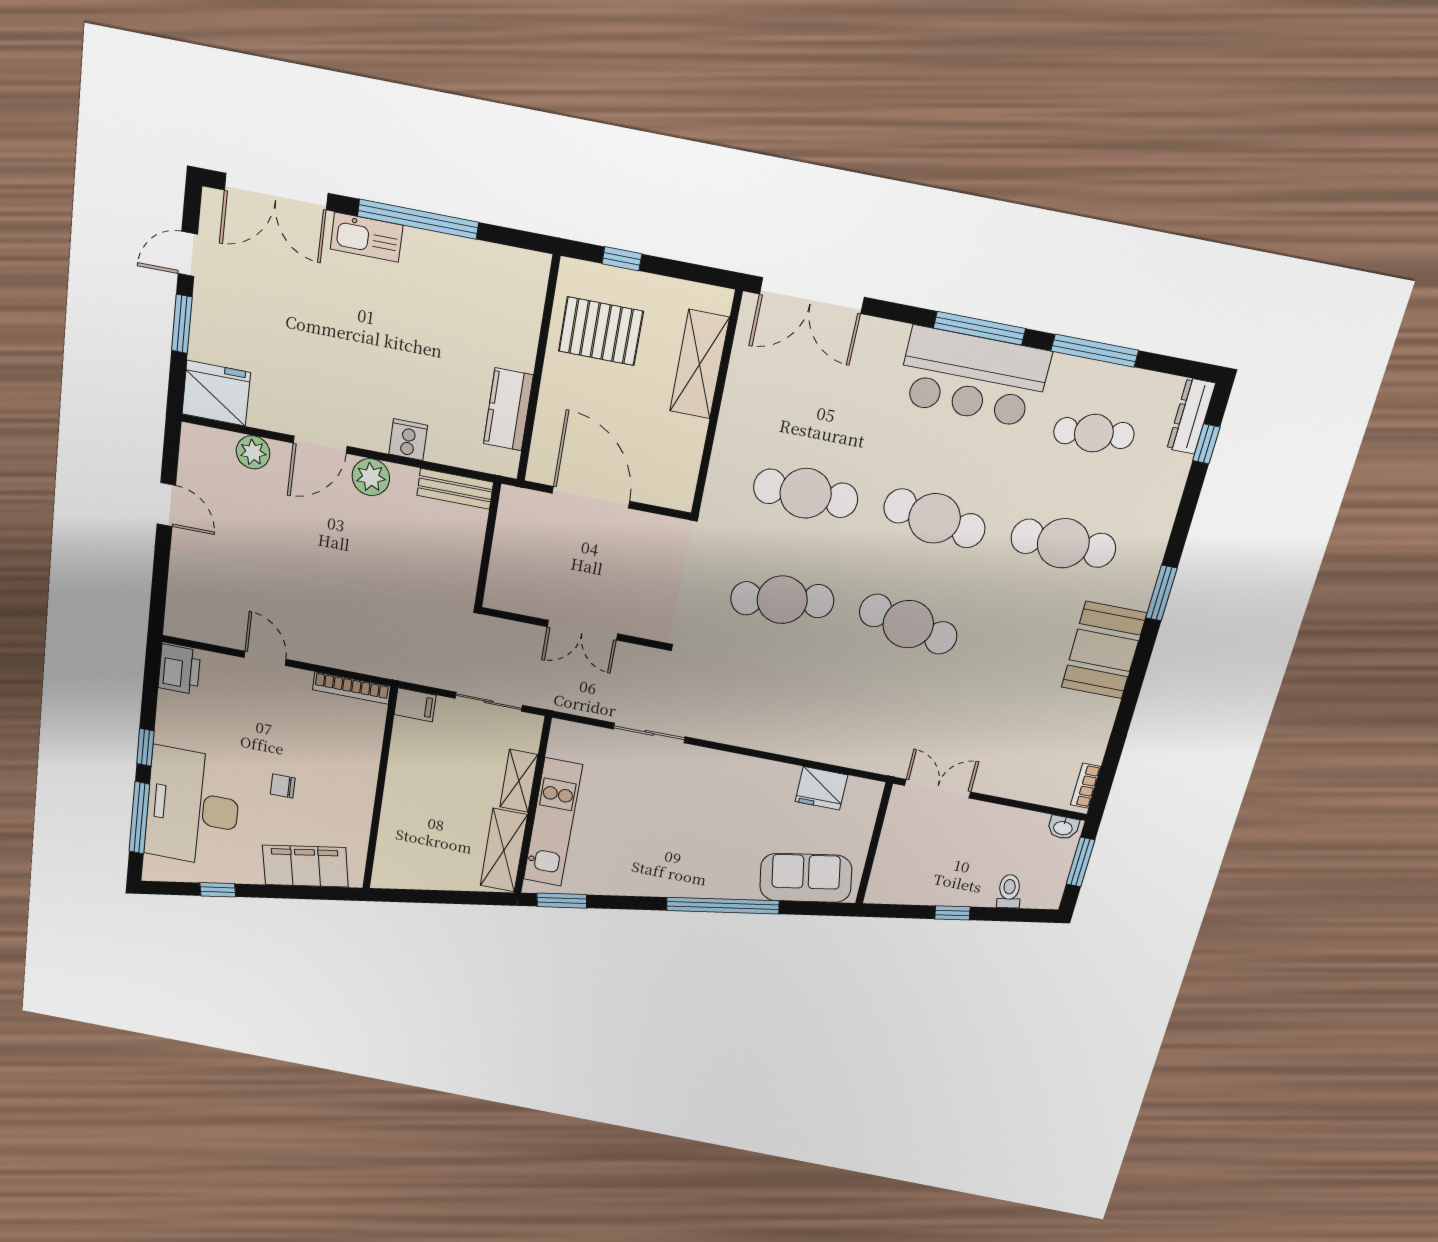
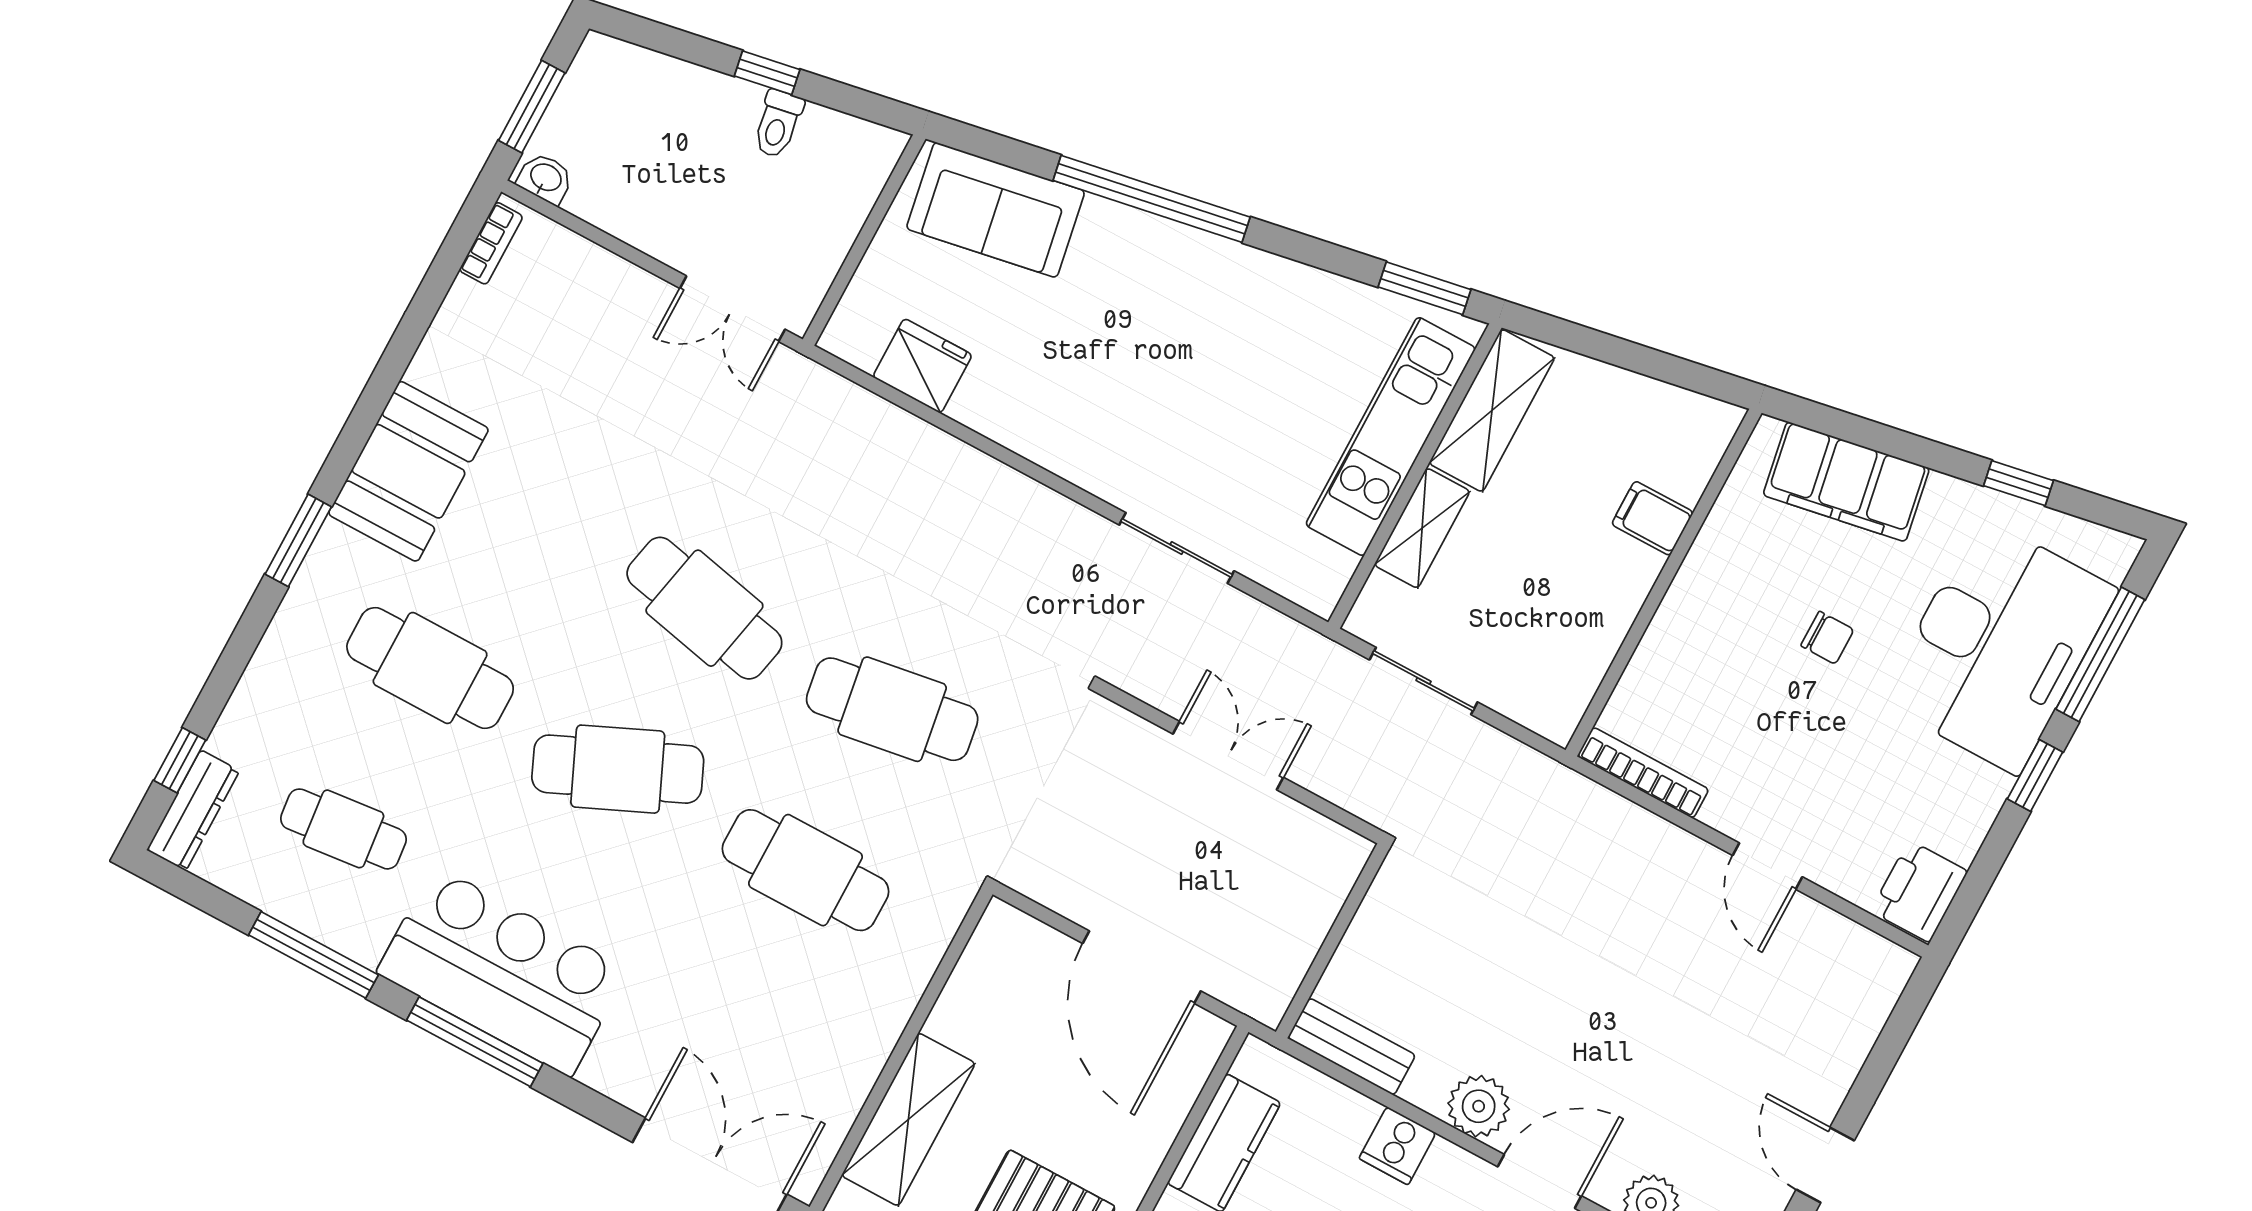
cafe table: (934, 518) -> (618, 769), turned -33
filing cabinet: (415, 705) -> (1652, 518), moved
toilet: (1009, 891) -> (778, 124), moved

